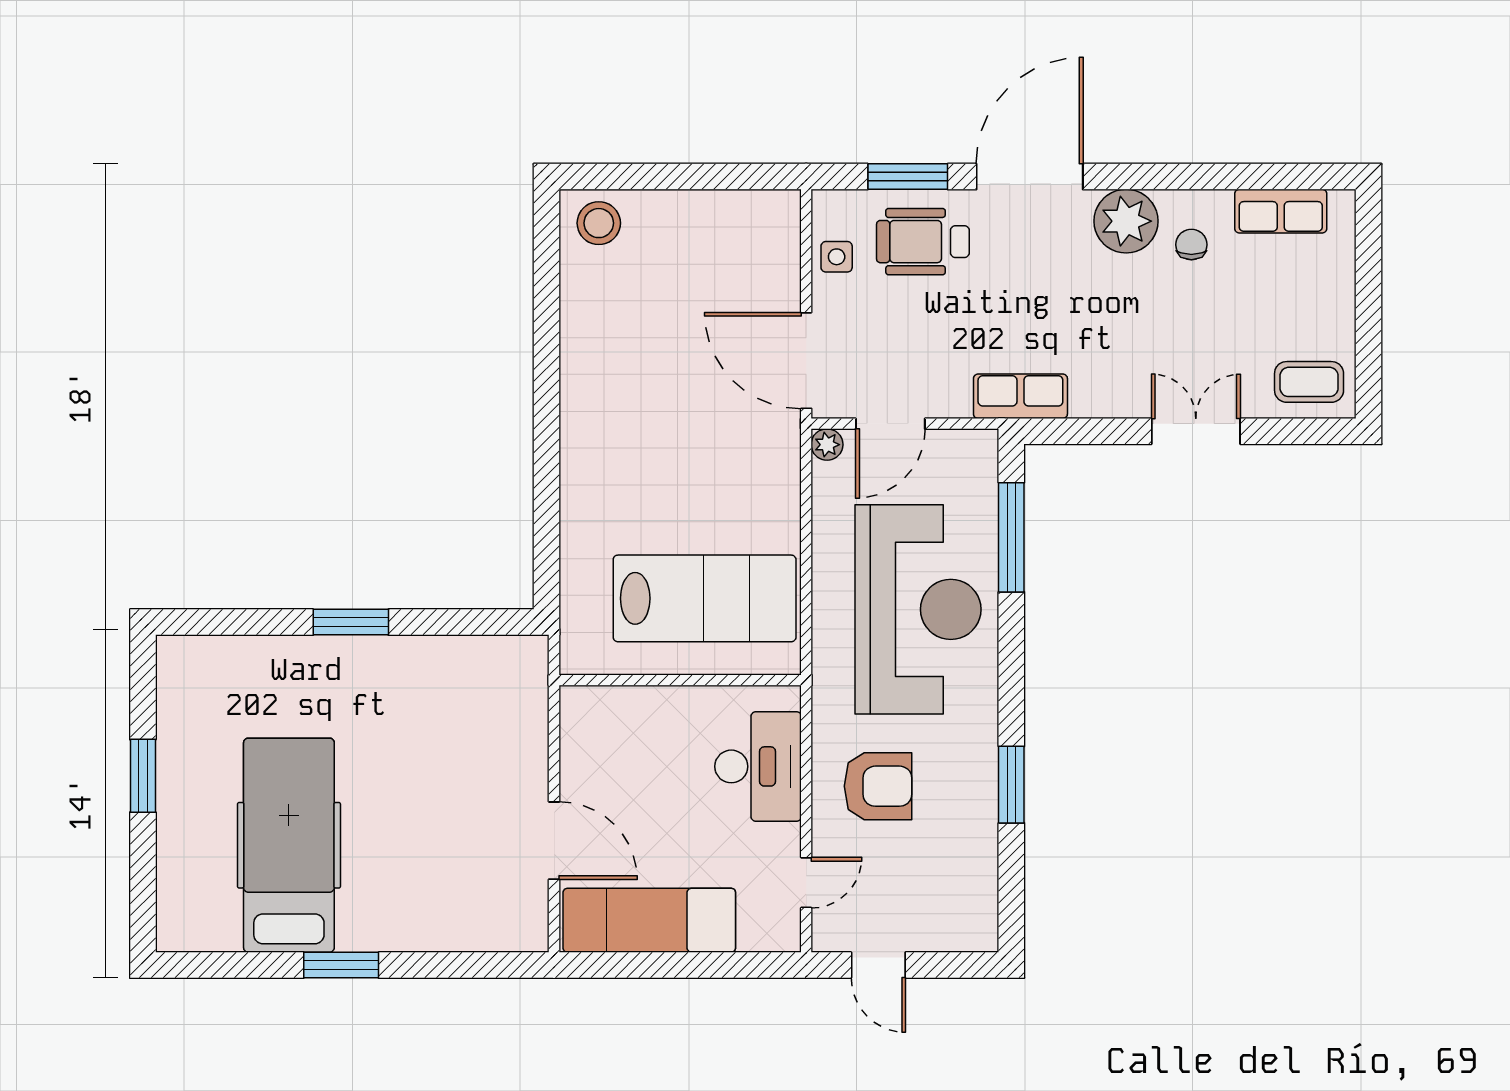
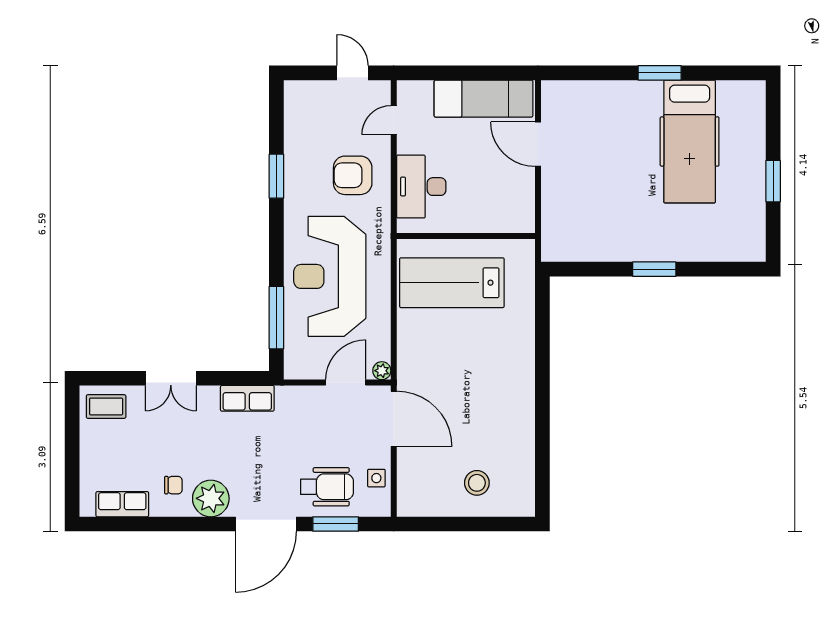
stool: (599, 223) -> (477, 483), moved
chair: (1191, 245) -> (173, 485), turned -90
row of seats: (1020, 396) -> (247, 398), moved

